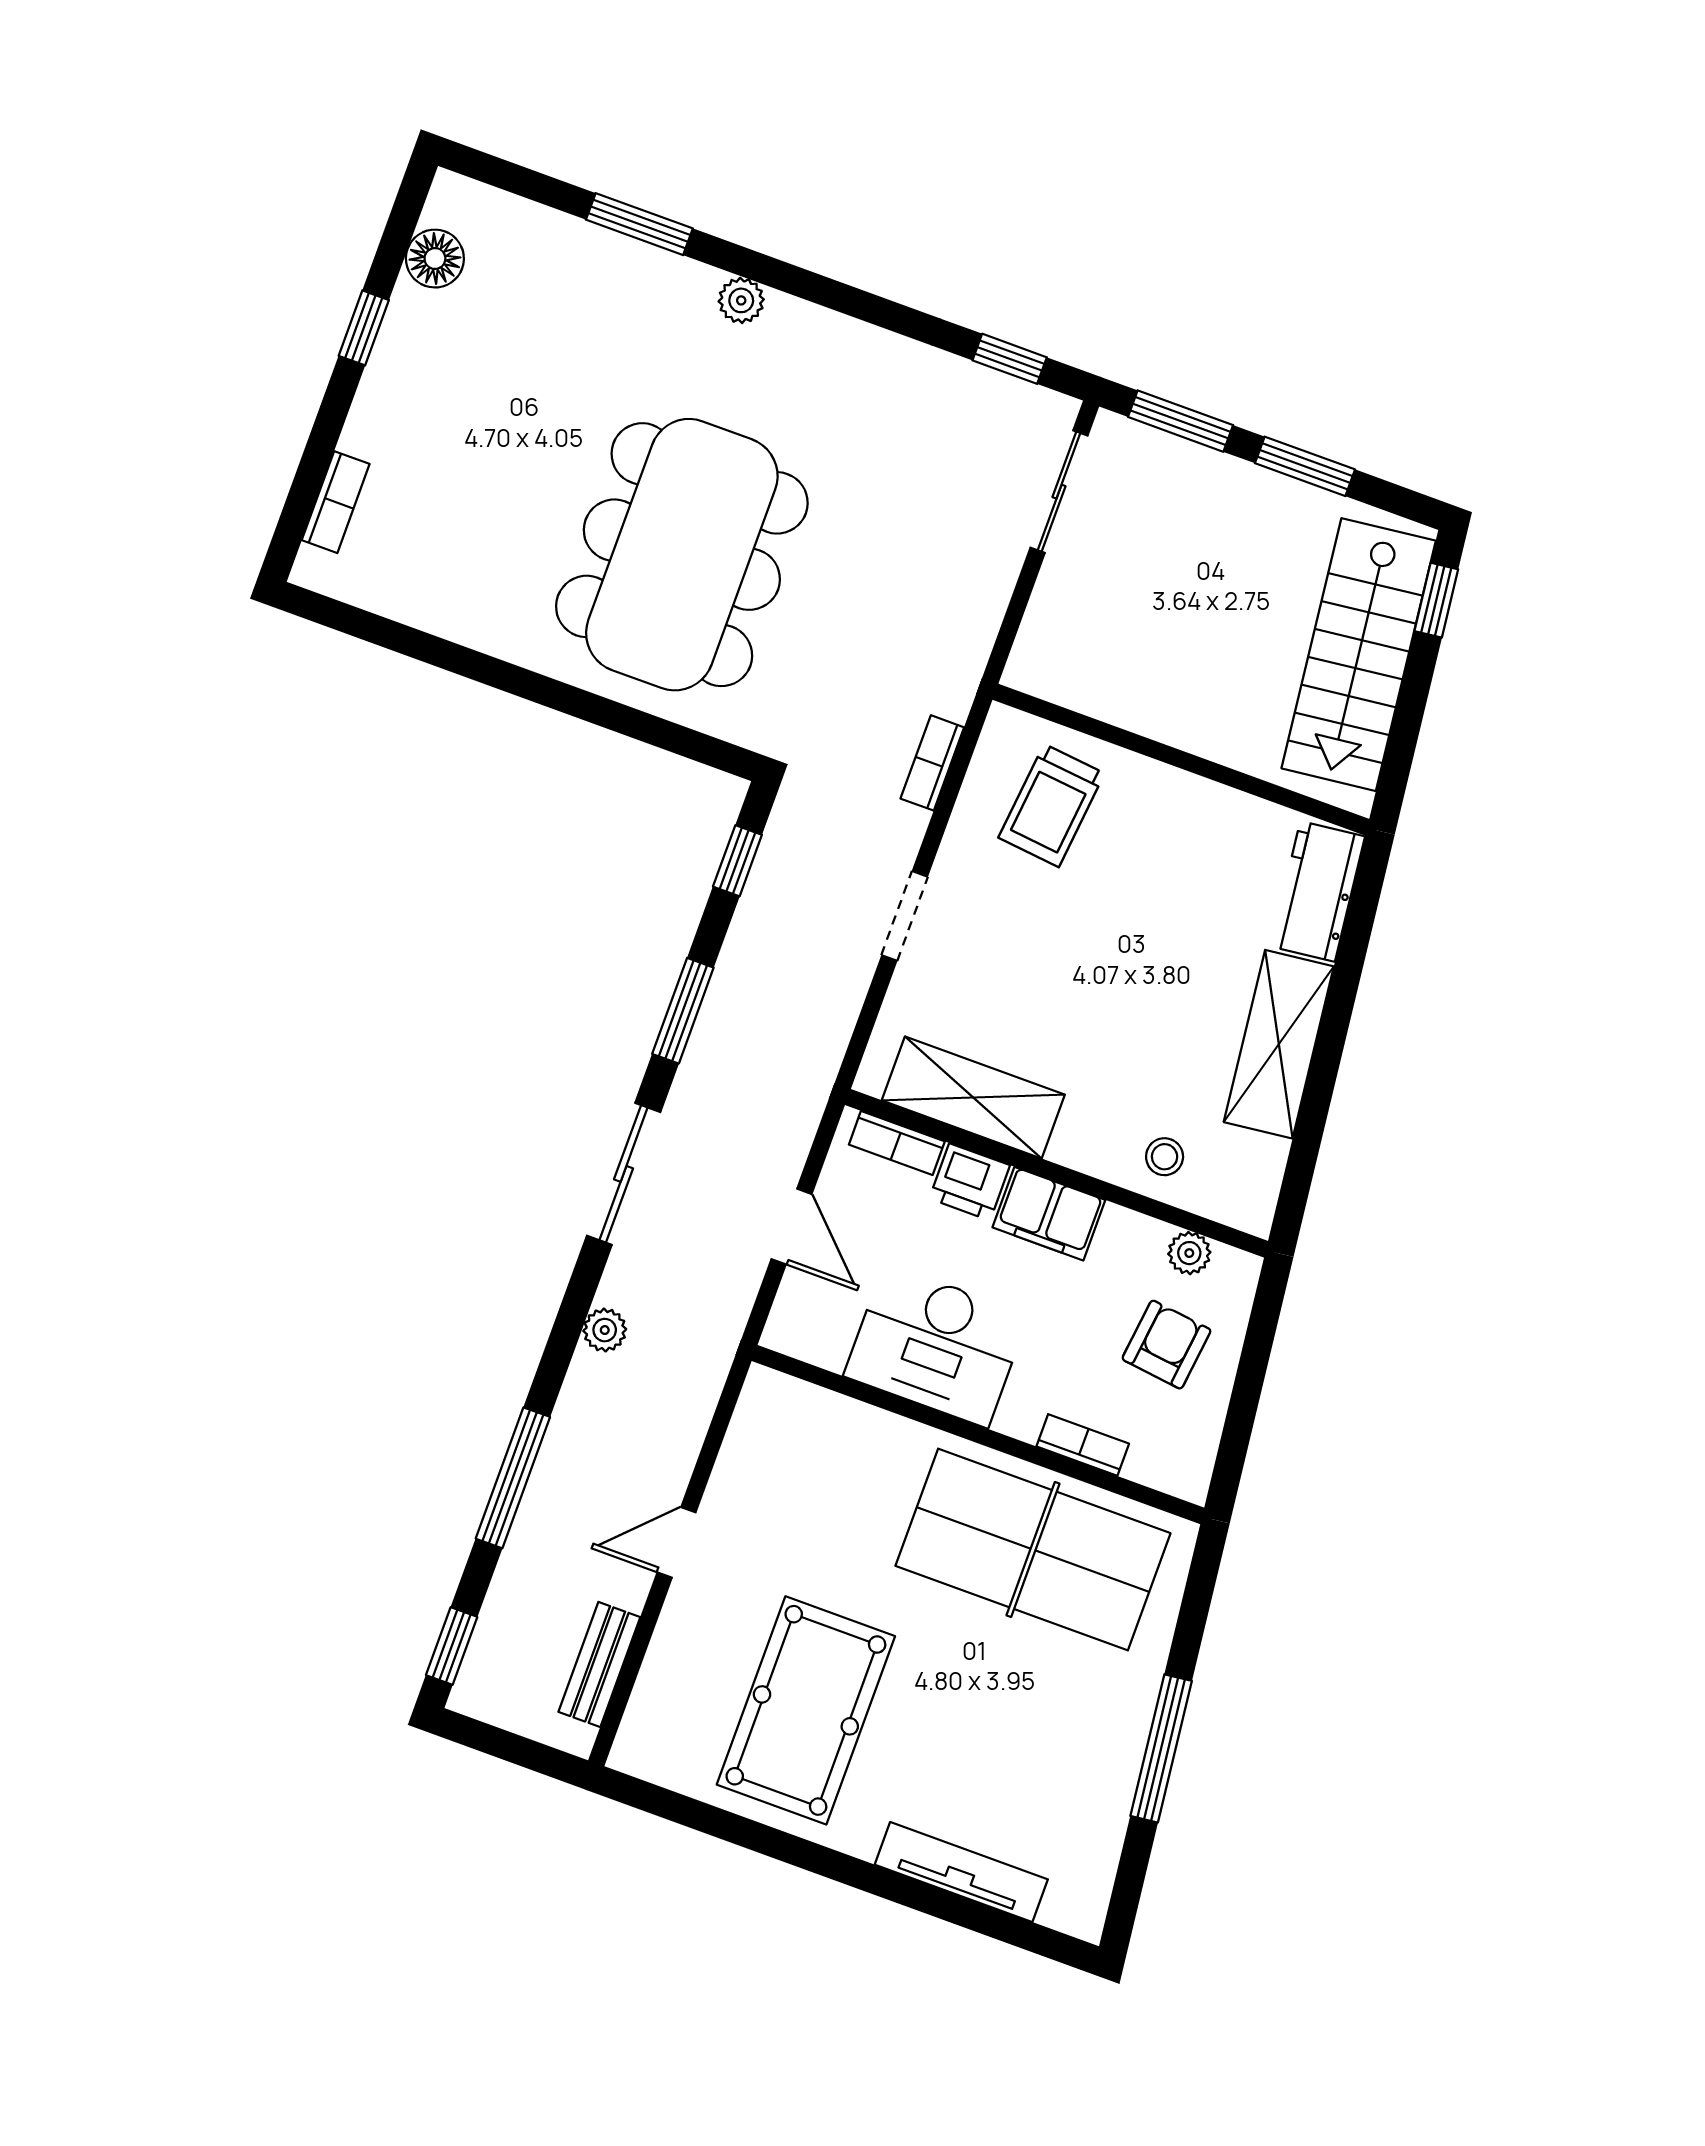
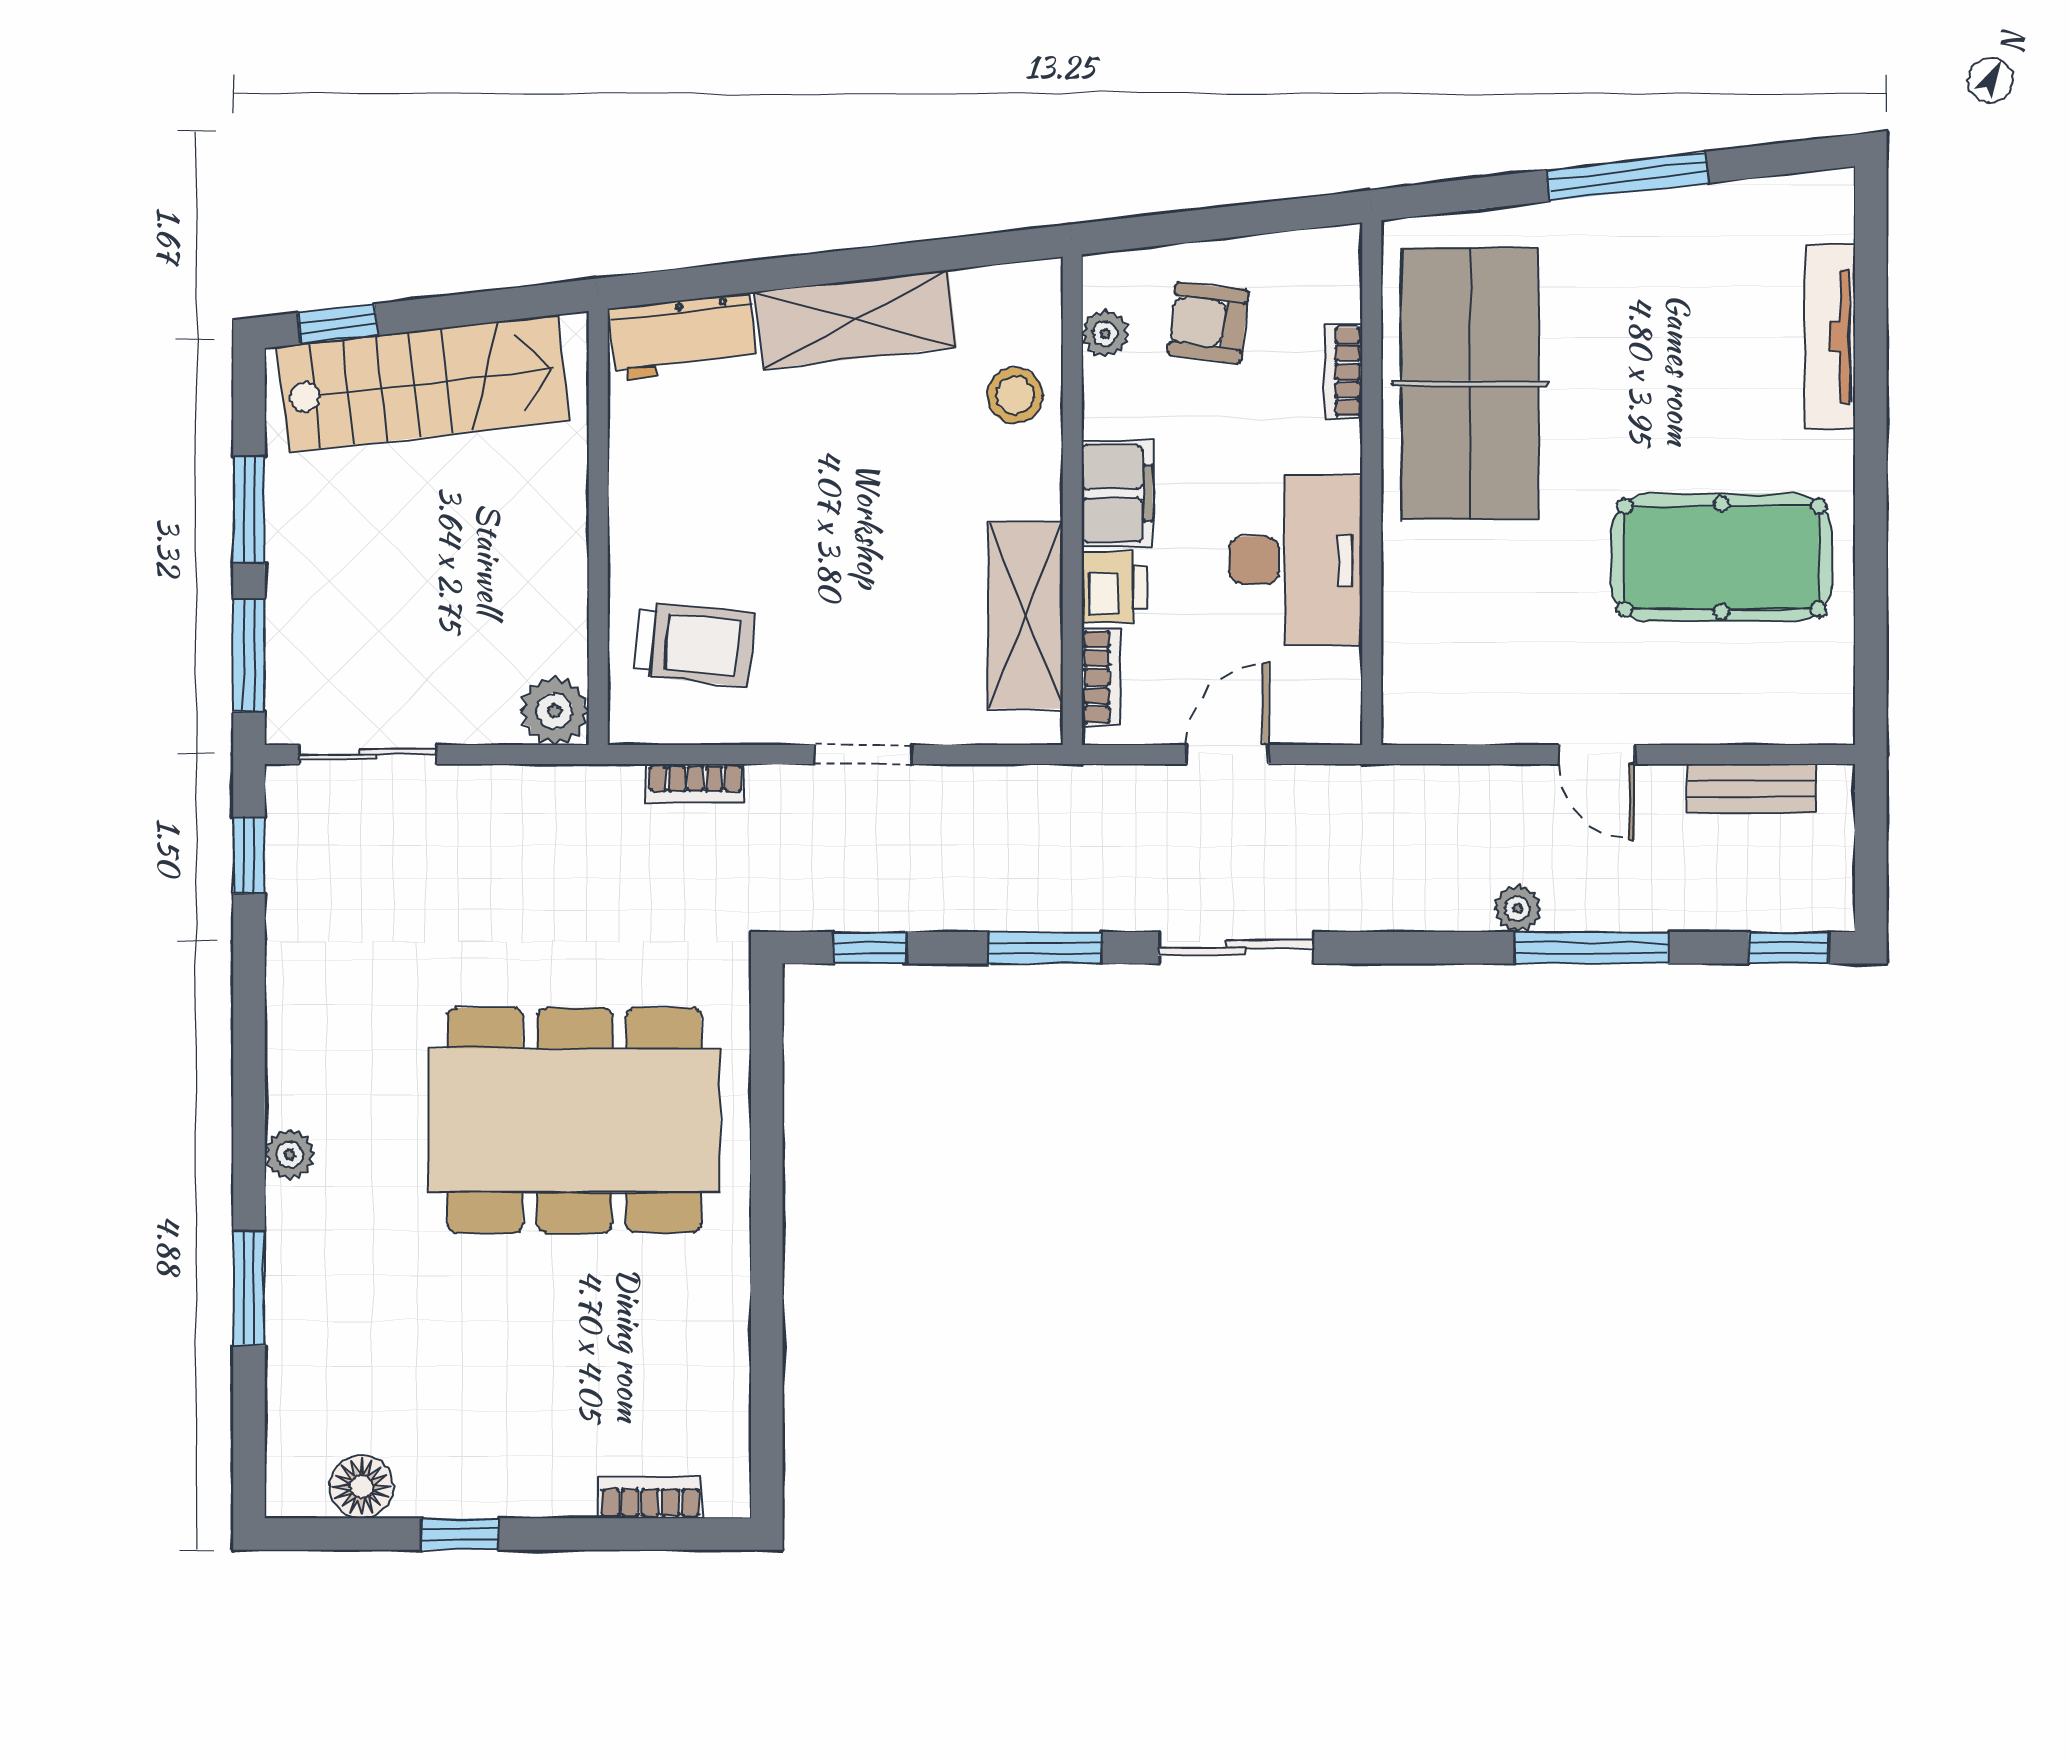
plant: (1038, 665) -> (555, 711), added
stool: (1165, 1157) -> (1015, 395), width x1.37, depth x1.37
plant: (605, 1330) -> (1518, 908), moved

